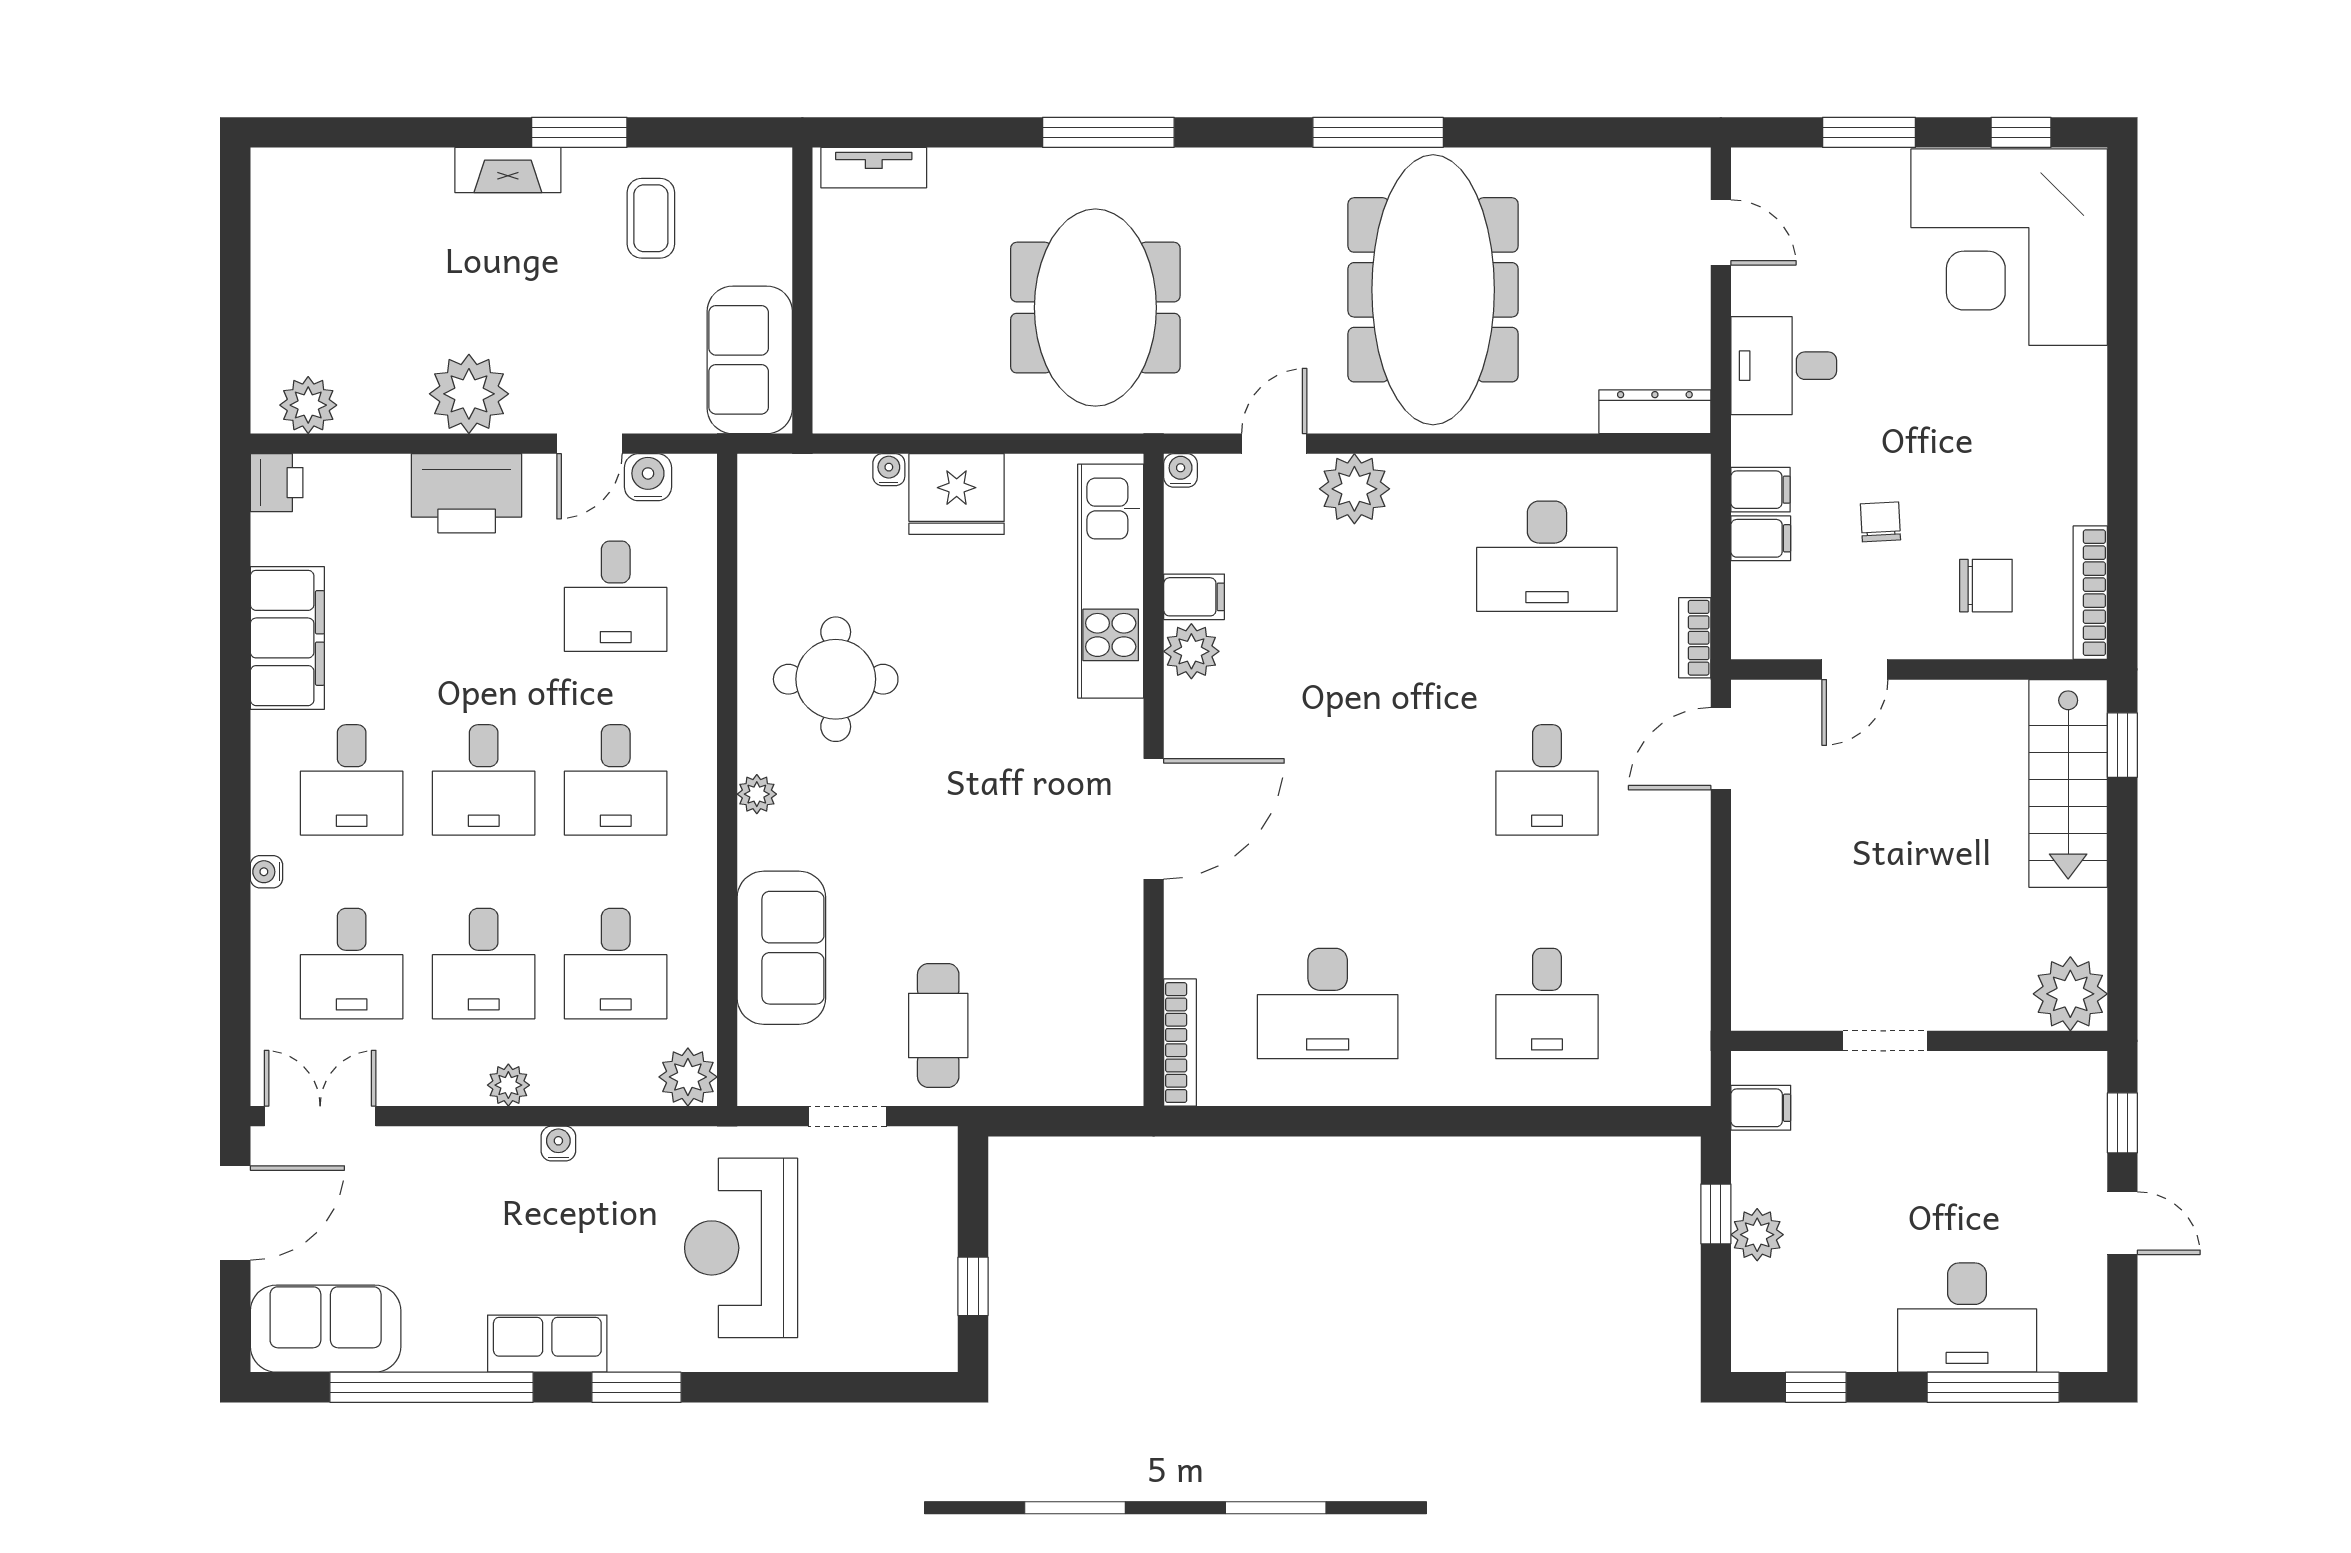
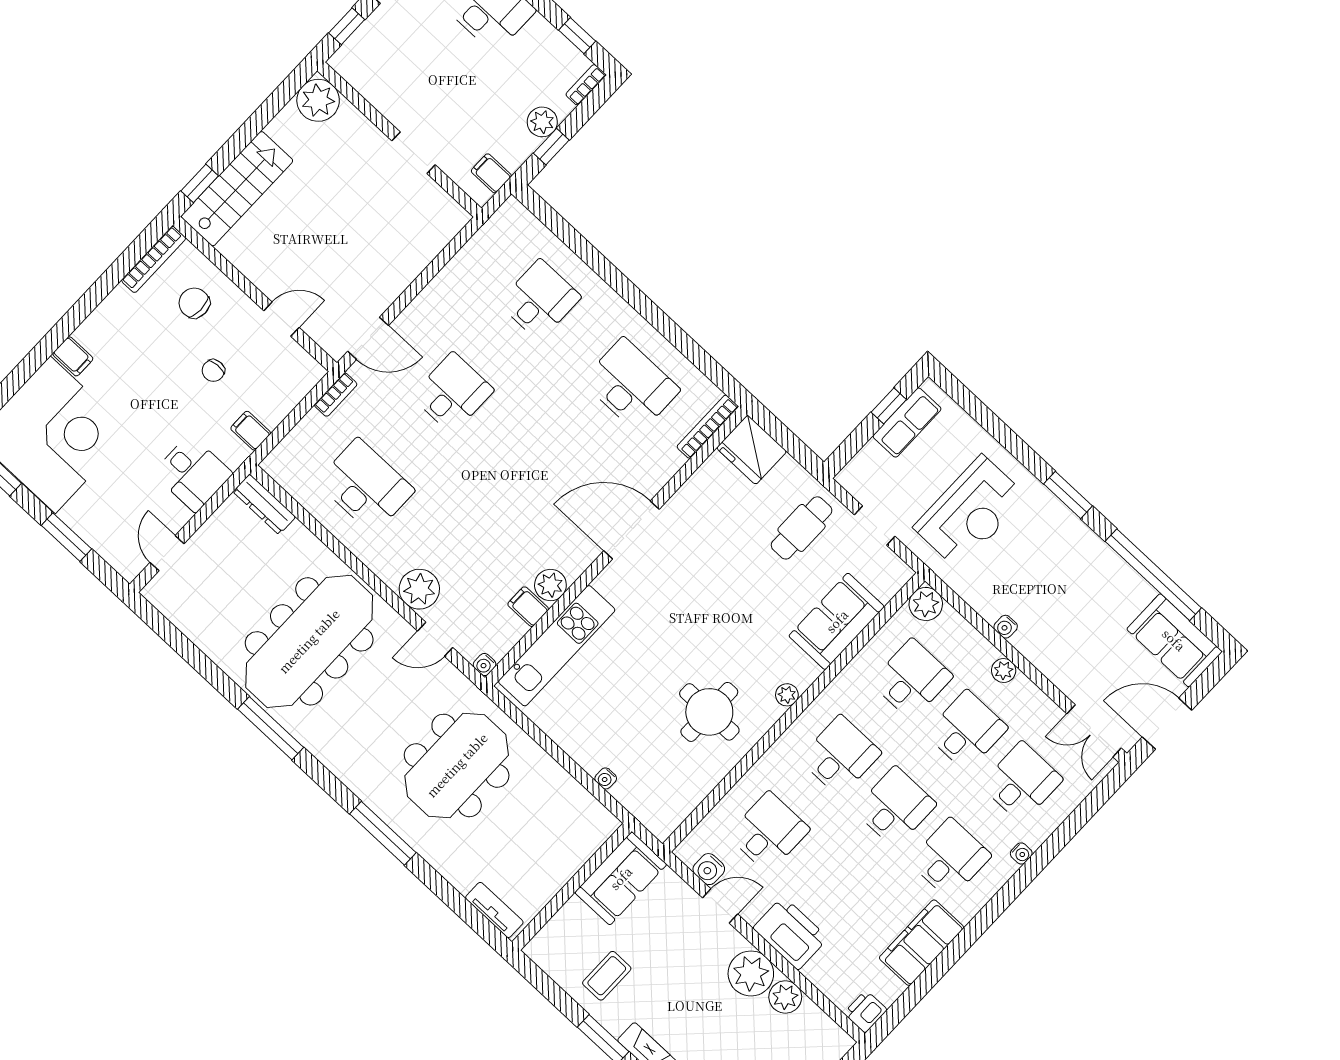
plant: (308, 405) -> (785, 997), moved
fridge: (957, 494) -> (752, 450), moved, turned 180
filing cabinet: (1761, 538) -> (73, 356), moved, turned 180
bookcase: (1746, 1335) -> (586, 85), added
row of seats: (547, 1344) -> (907, 423), moved, turned -90

